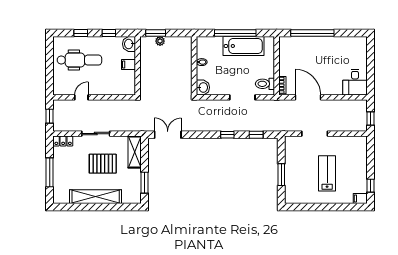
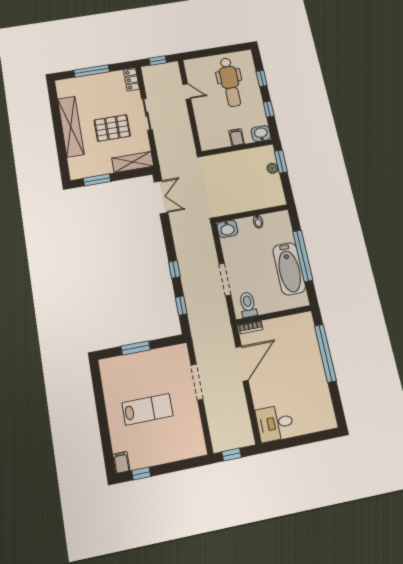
pallet: (103, 164) -> (112, 128), turned 90

